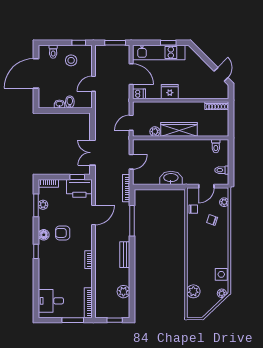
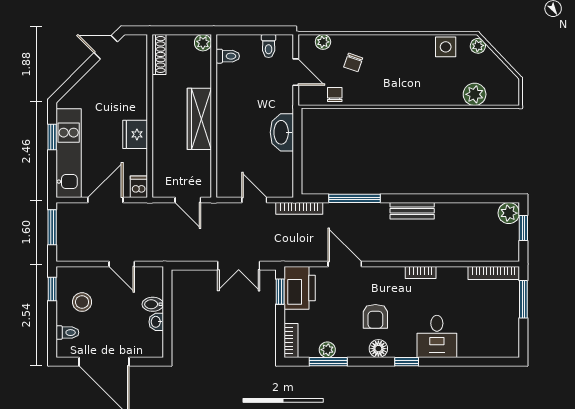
plant: (155, 132) -> (203, 43), moved
plant: (123, 292) -> (509, 213), moved
desk: (51, 301) -> (437, 336), moved

